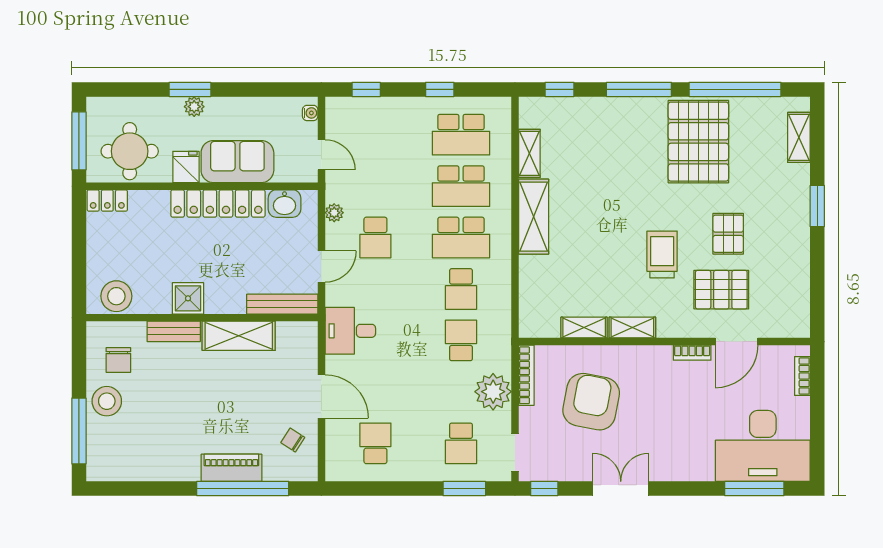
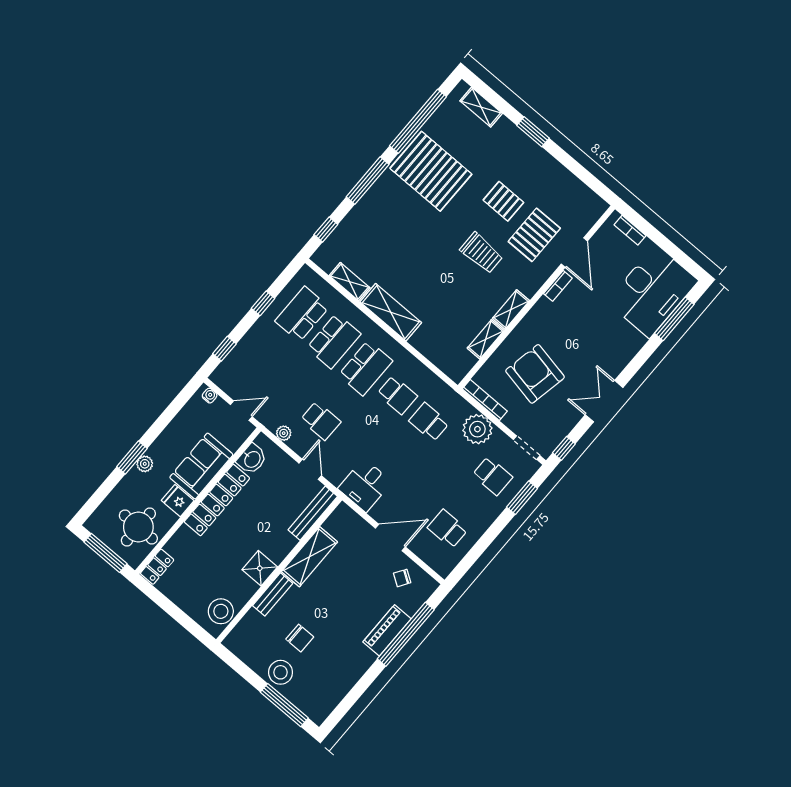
school desk: (461, 135) -> (302, 314), turned 180
trolley: (662, 254) -> (481, 253), turned 180
chair: (118, 360) -> (300, 638), moved

